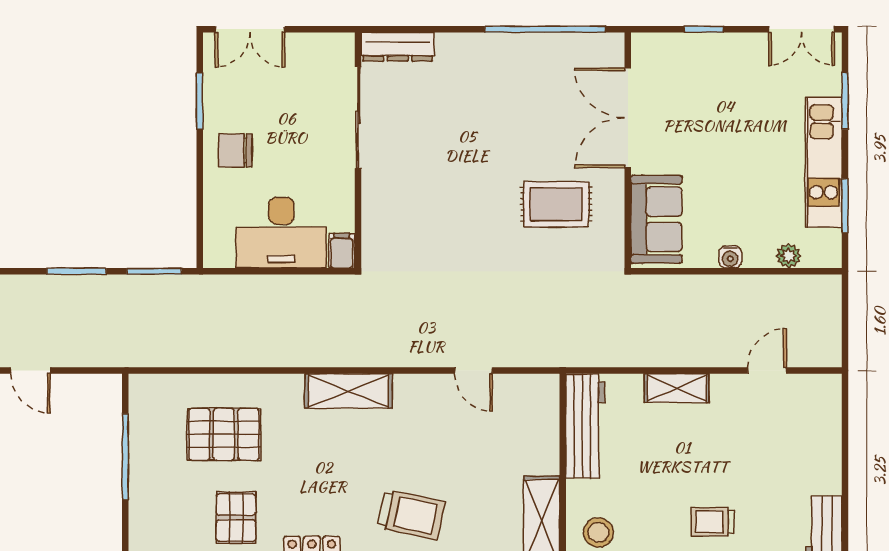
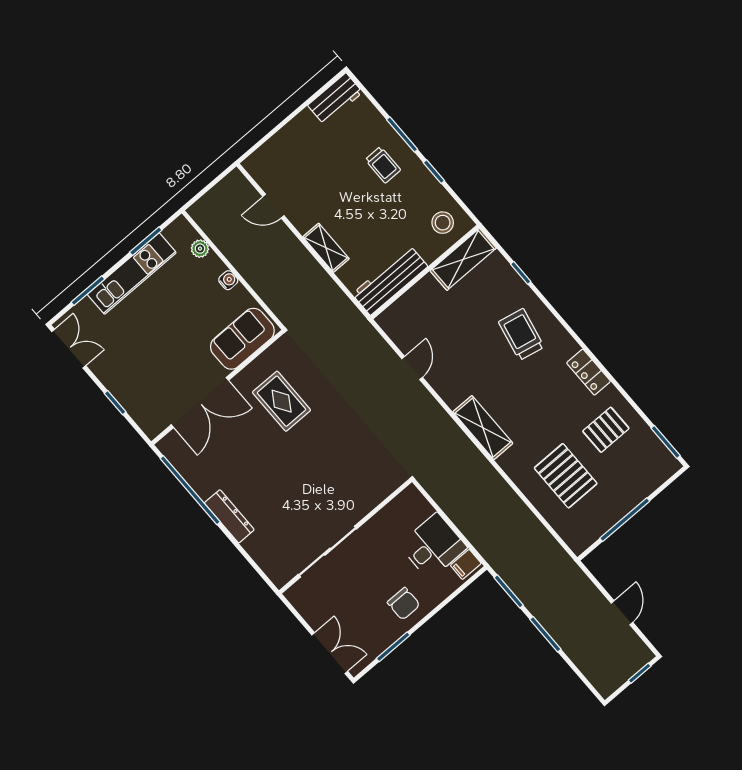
dresser: (398, 47) -> (229, 516), moved
desk: (281, 233) -> (433, 546), width x0.73
filing cabinet: (342, 251) -> (466, 564), moved

